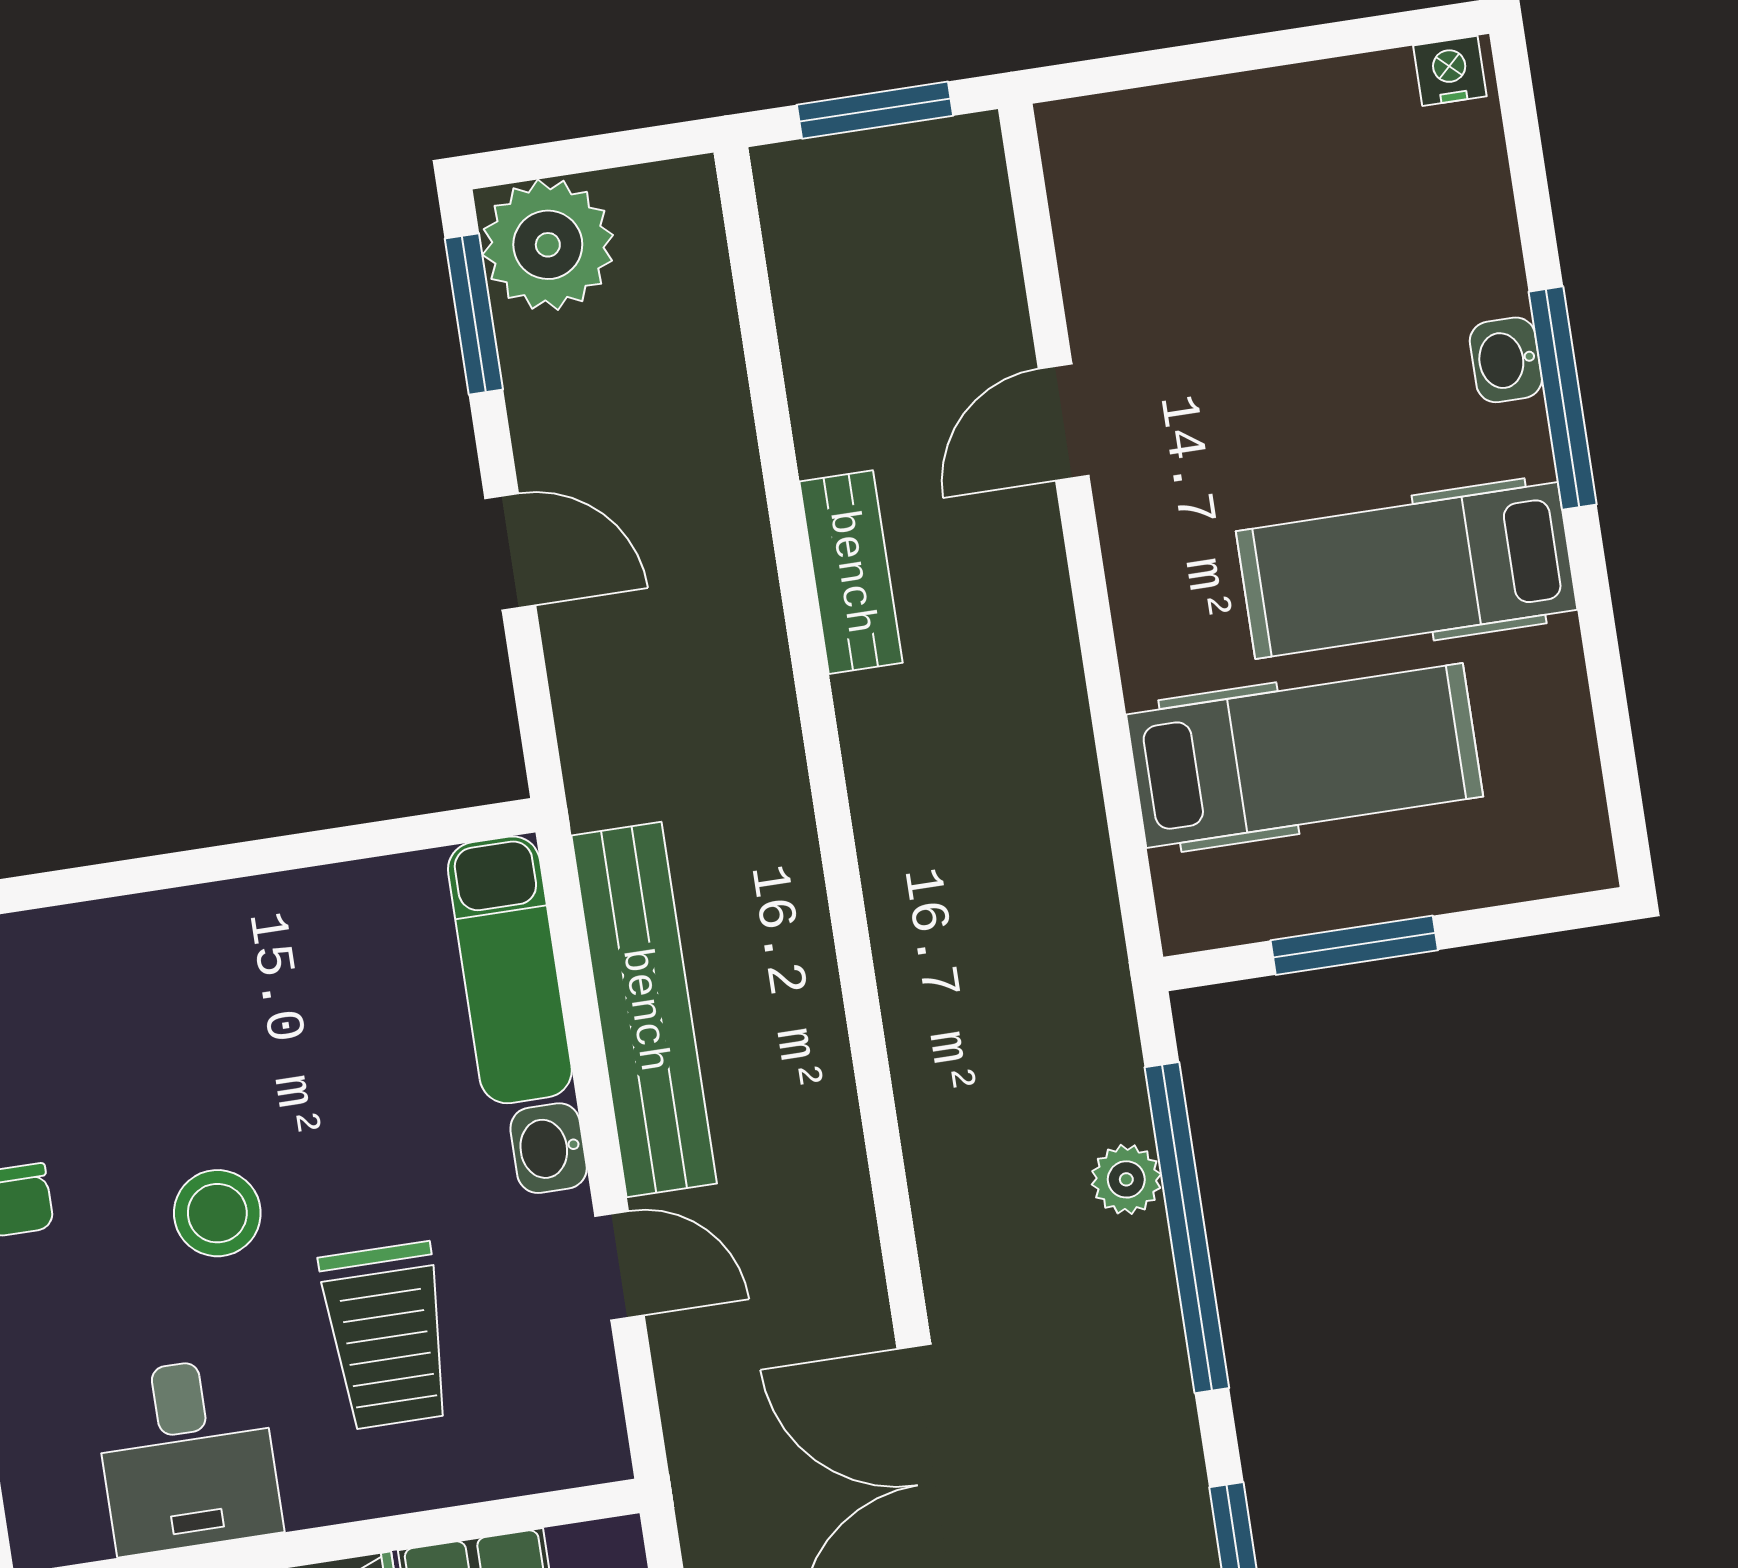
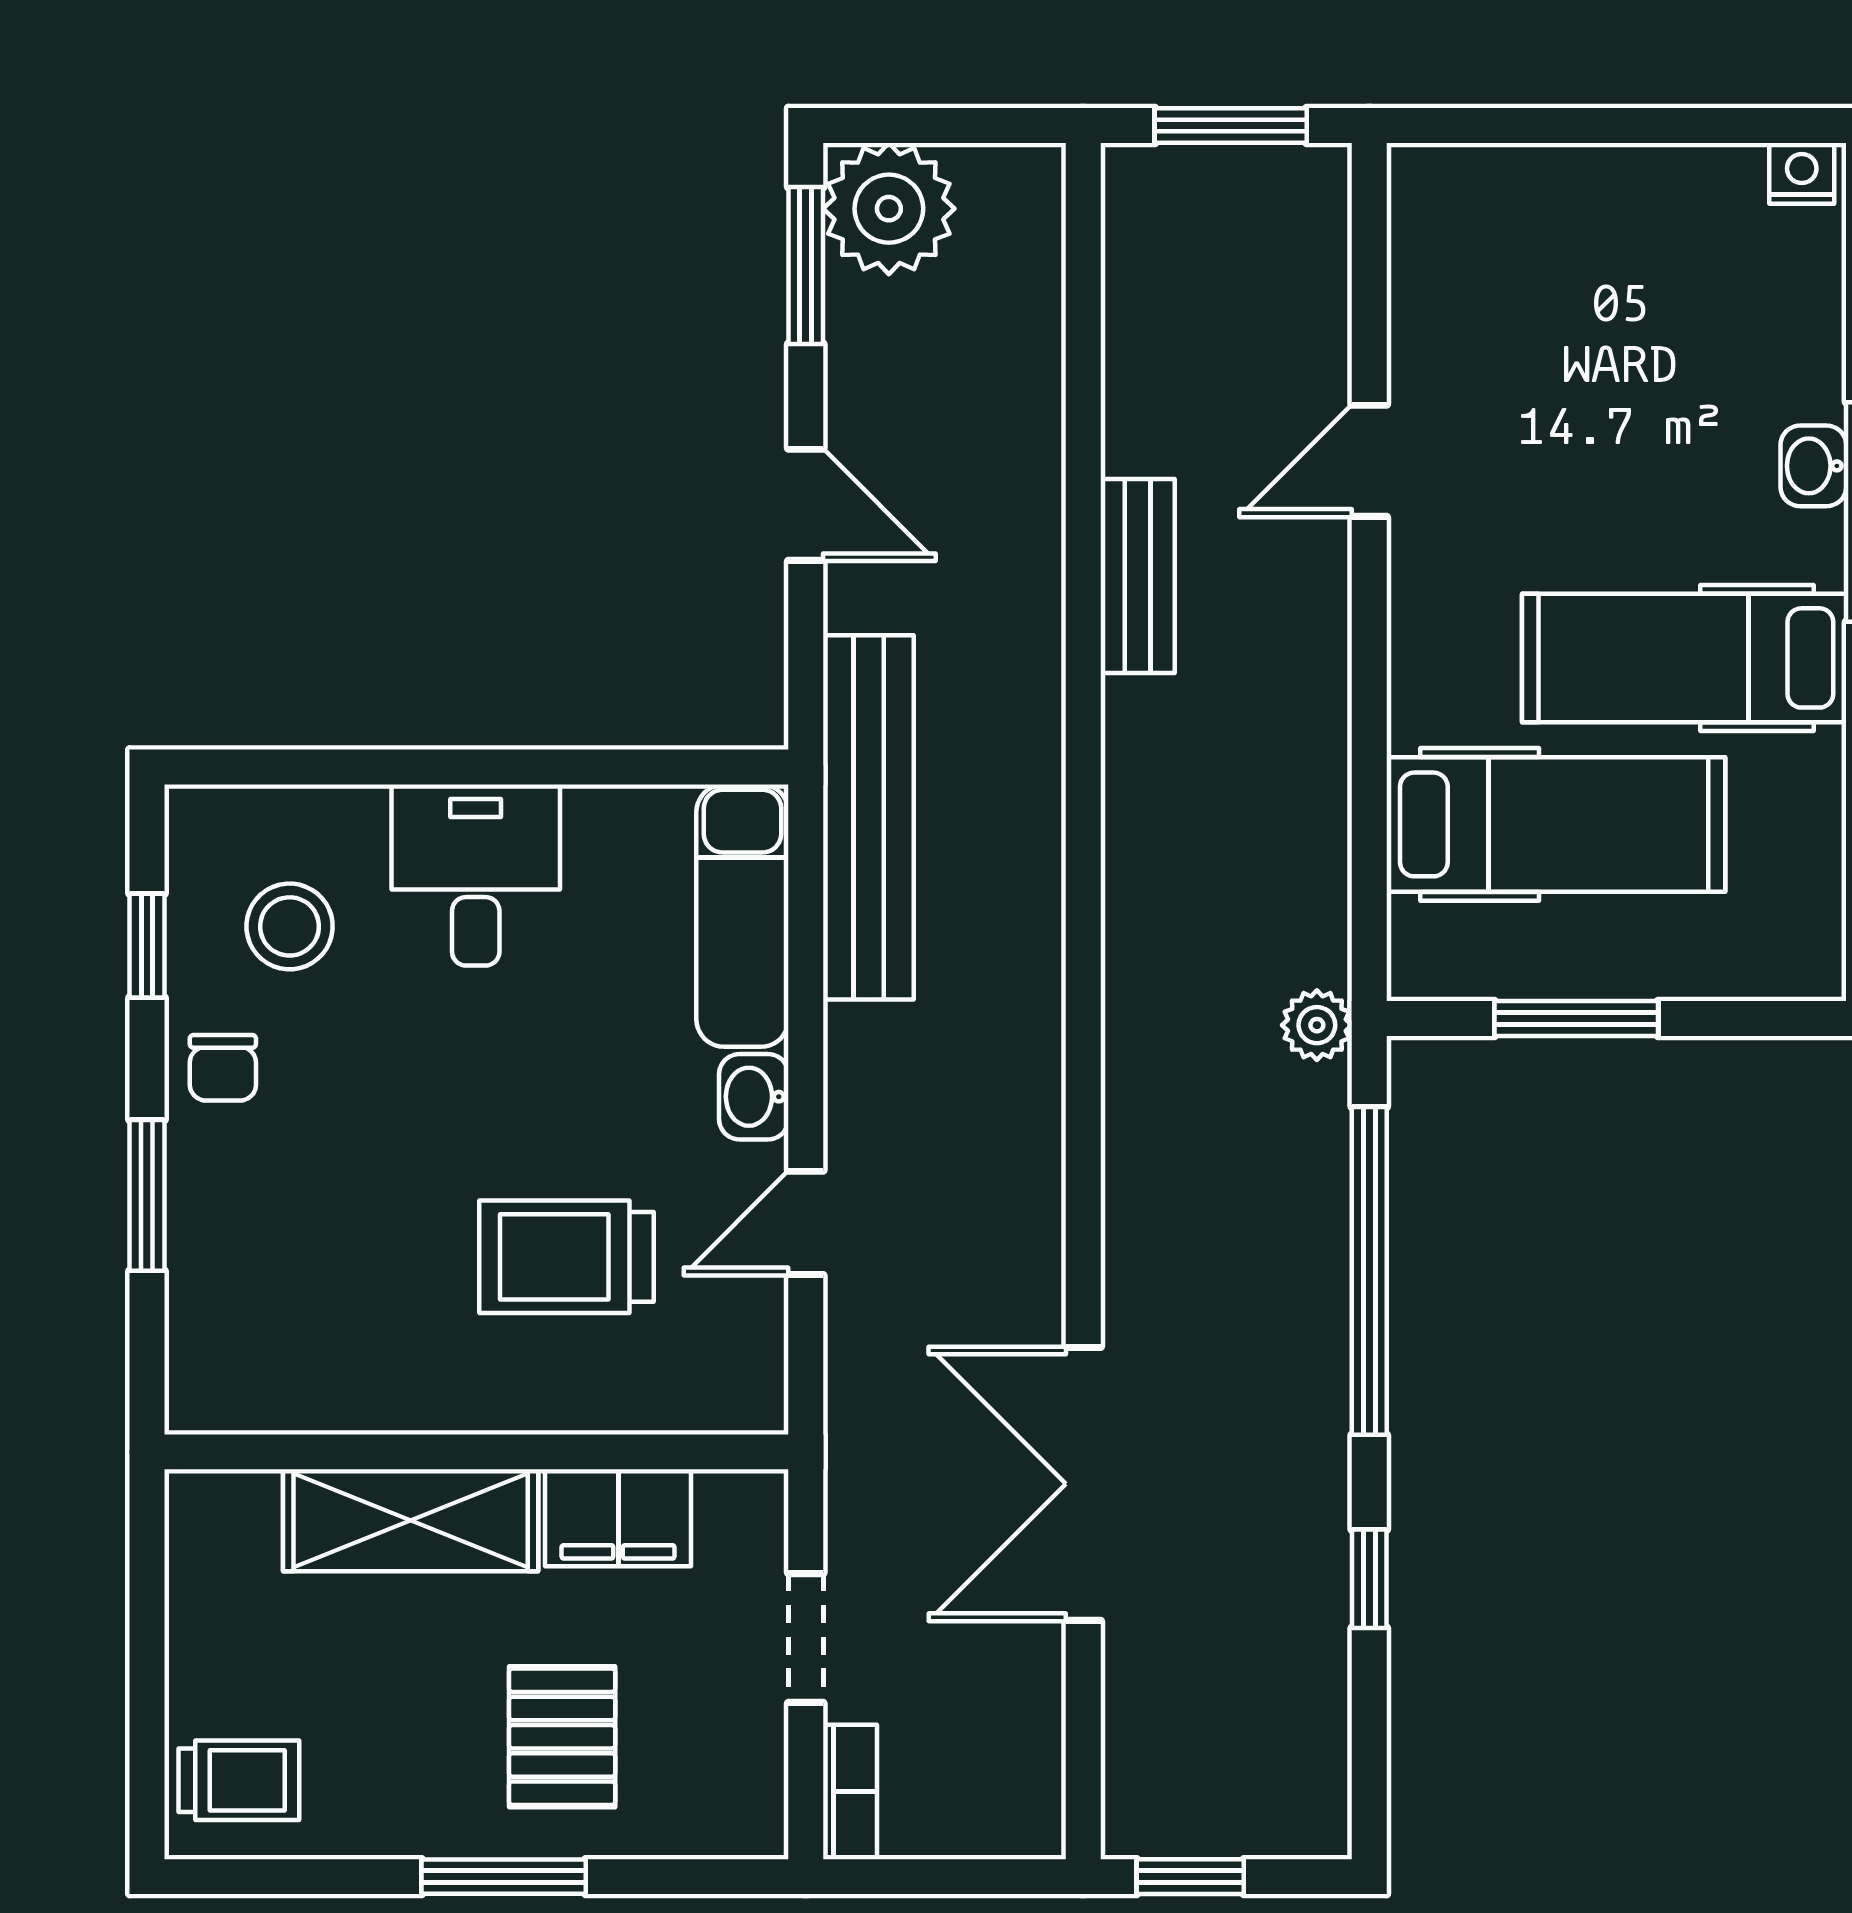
bench: (644, 1010) -> (868, 817), moved
plant: (1126, 1179) -> (1317, 1025), moved
stool: (217, 1213) -> (290, 926), moved
door: (620, 1266) -> (806, 1223), swing flipped
trolley: (387, 1336) -> (566, 1257), turned 90
desk: (187, 1455) -> (476, 875), moved, turned 180

